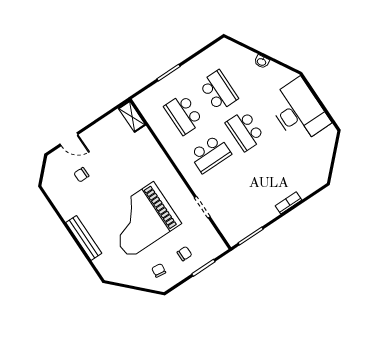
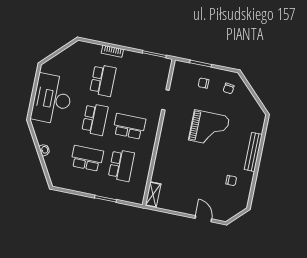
school desk: (219, 91) -> (87, 158), turned 90
school desk: (272, 170) -> (103, 80), added
chair: (81, 175) -> (231, 180), moved
grand piano: (141, 220) -> (209, 128), width x0.73, depth x0.68

